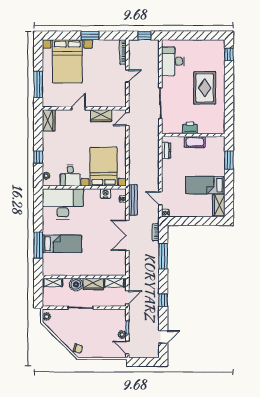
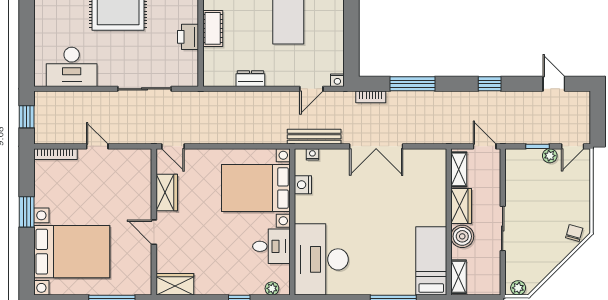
dresser: (166, 151) -> (250, 79), moved
bed: (62, 244) -> (431, 261), moved

